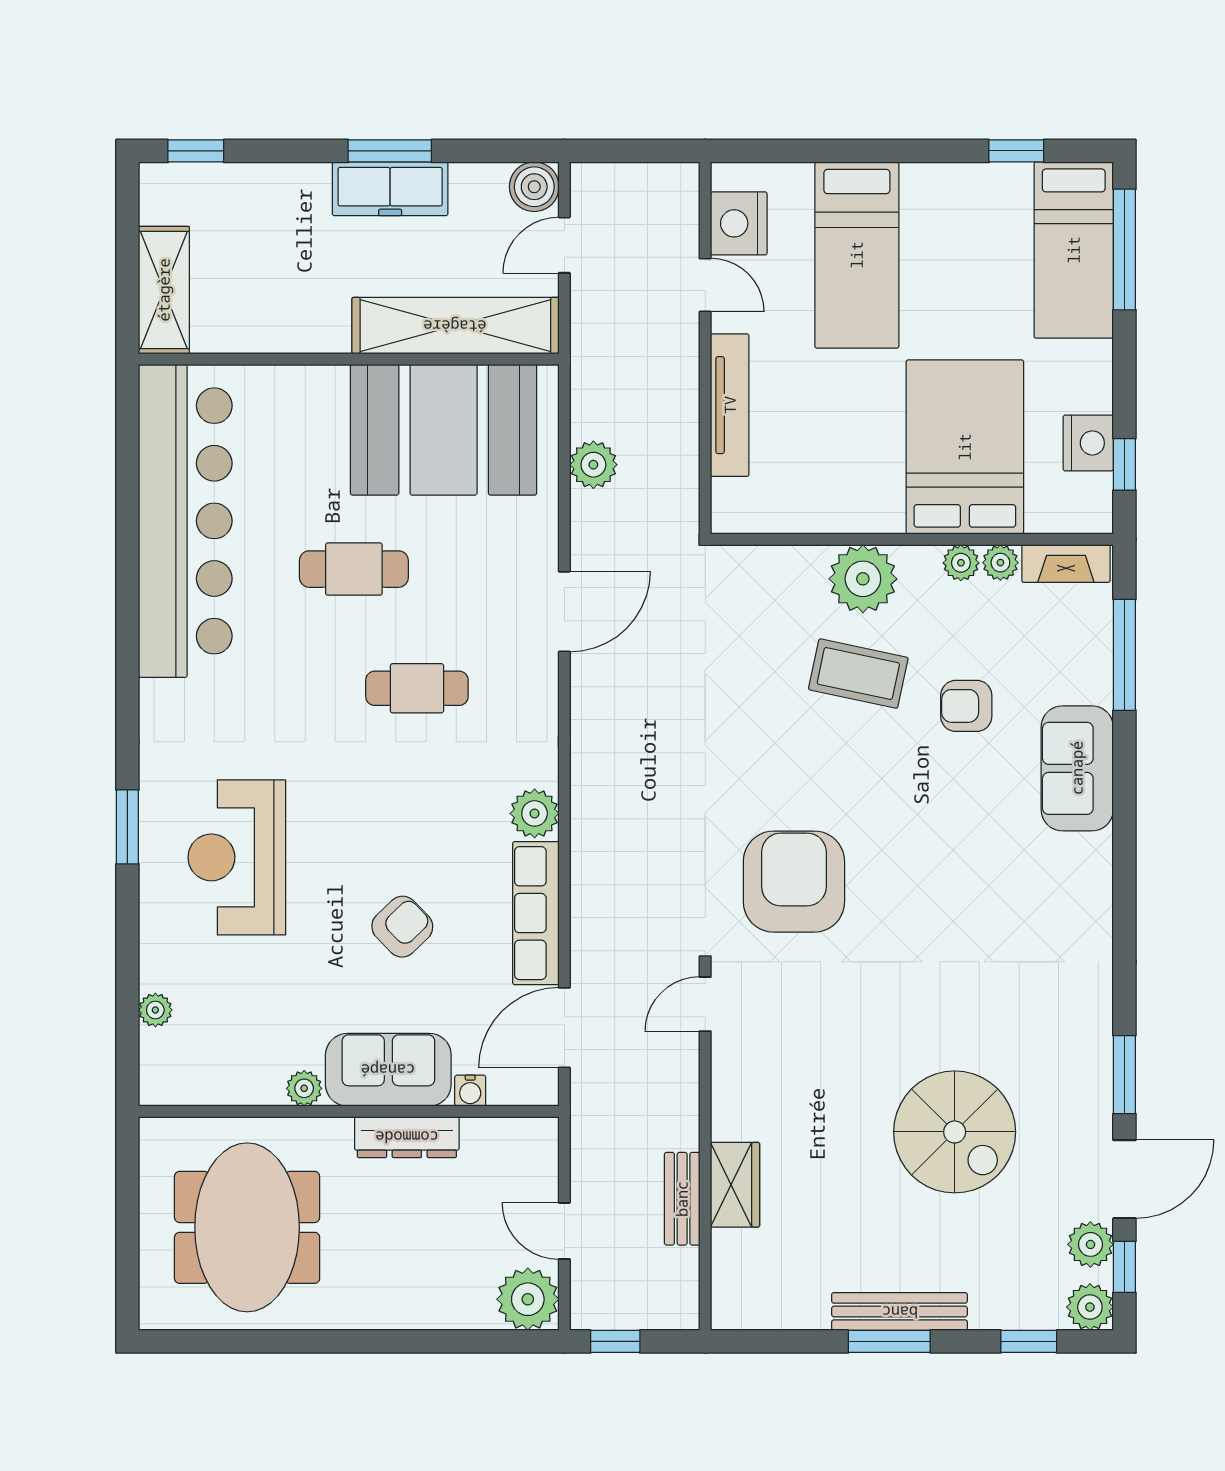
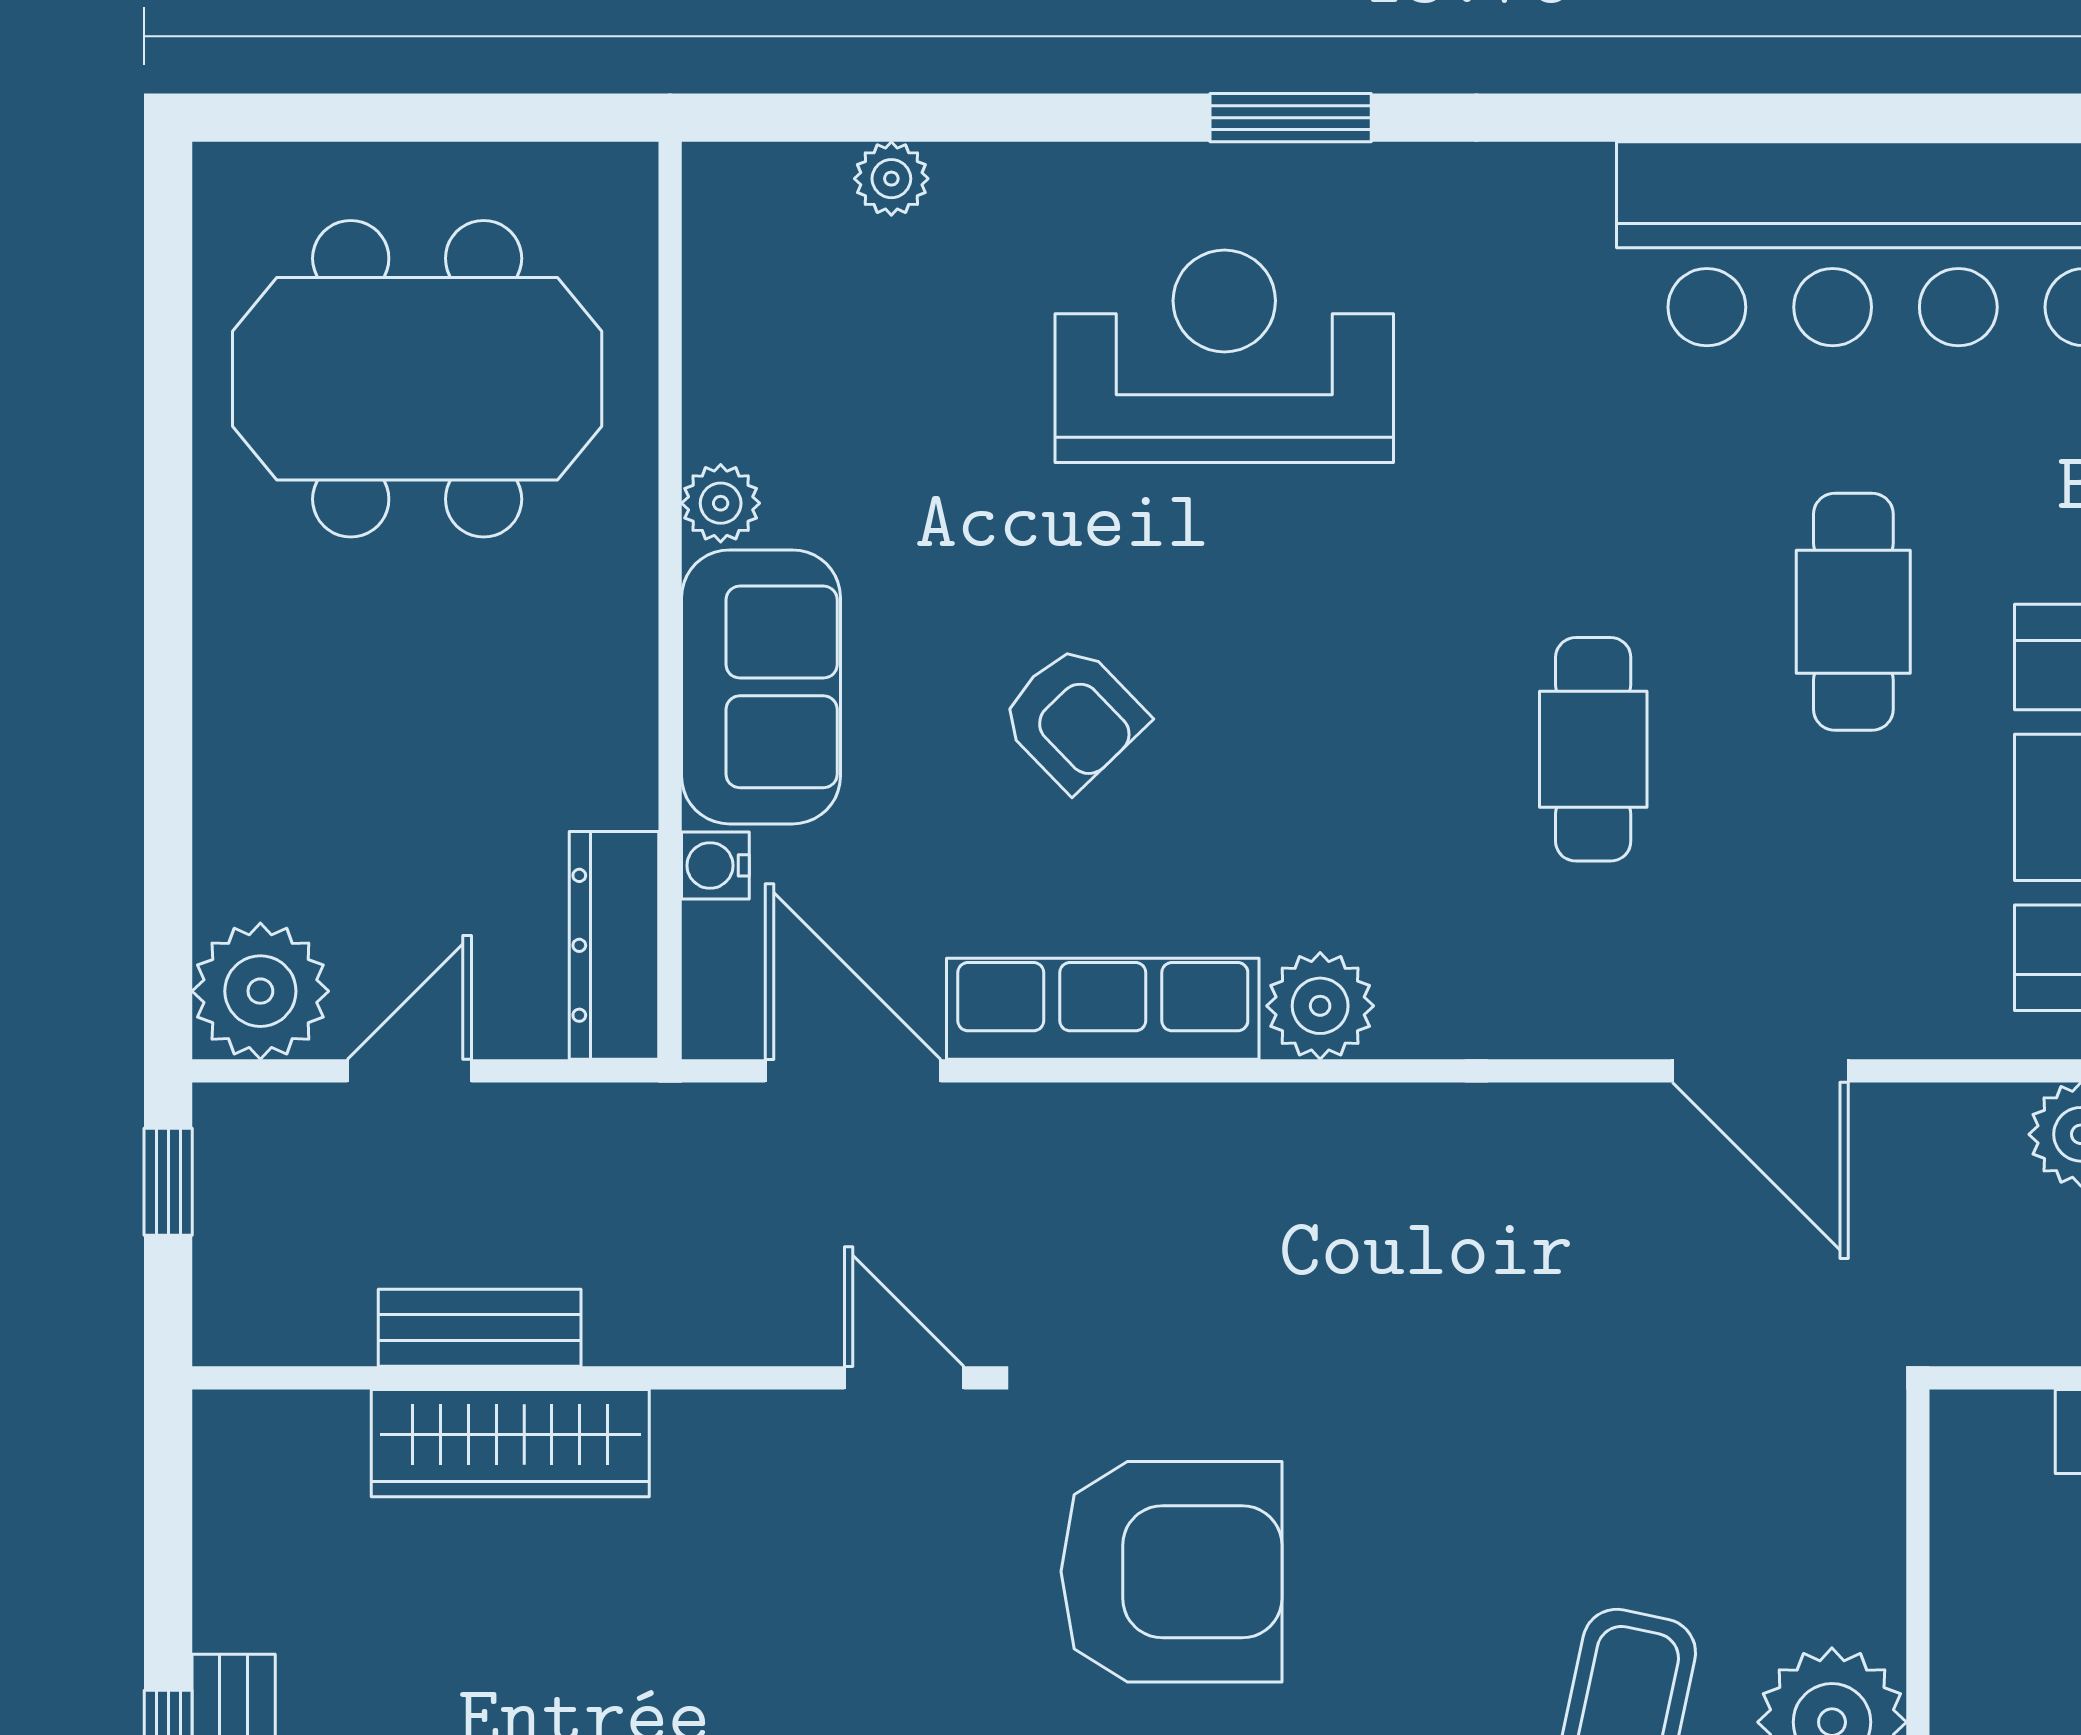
dresser: (407, 1137) -> (614, 945), moved
wardrobe: (735, 1185) -> (510, 1443), width x1.50

